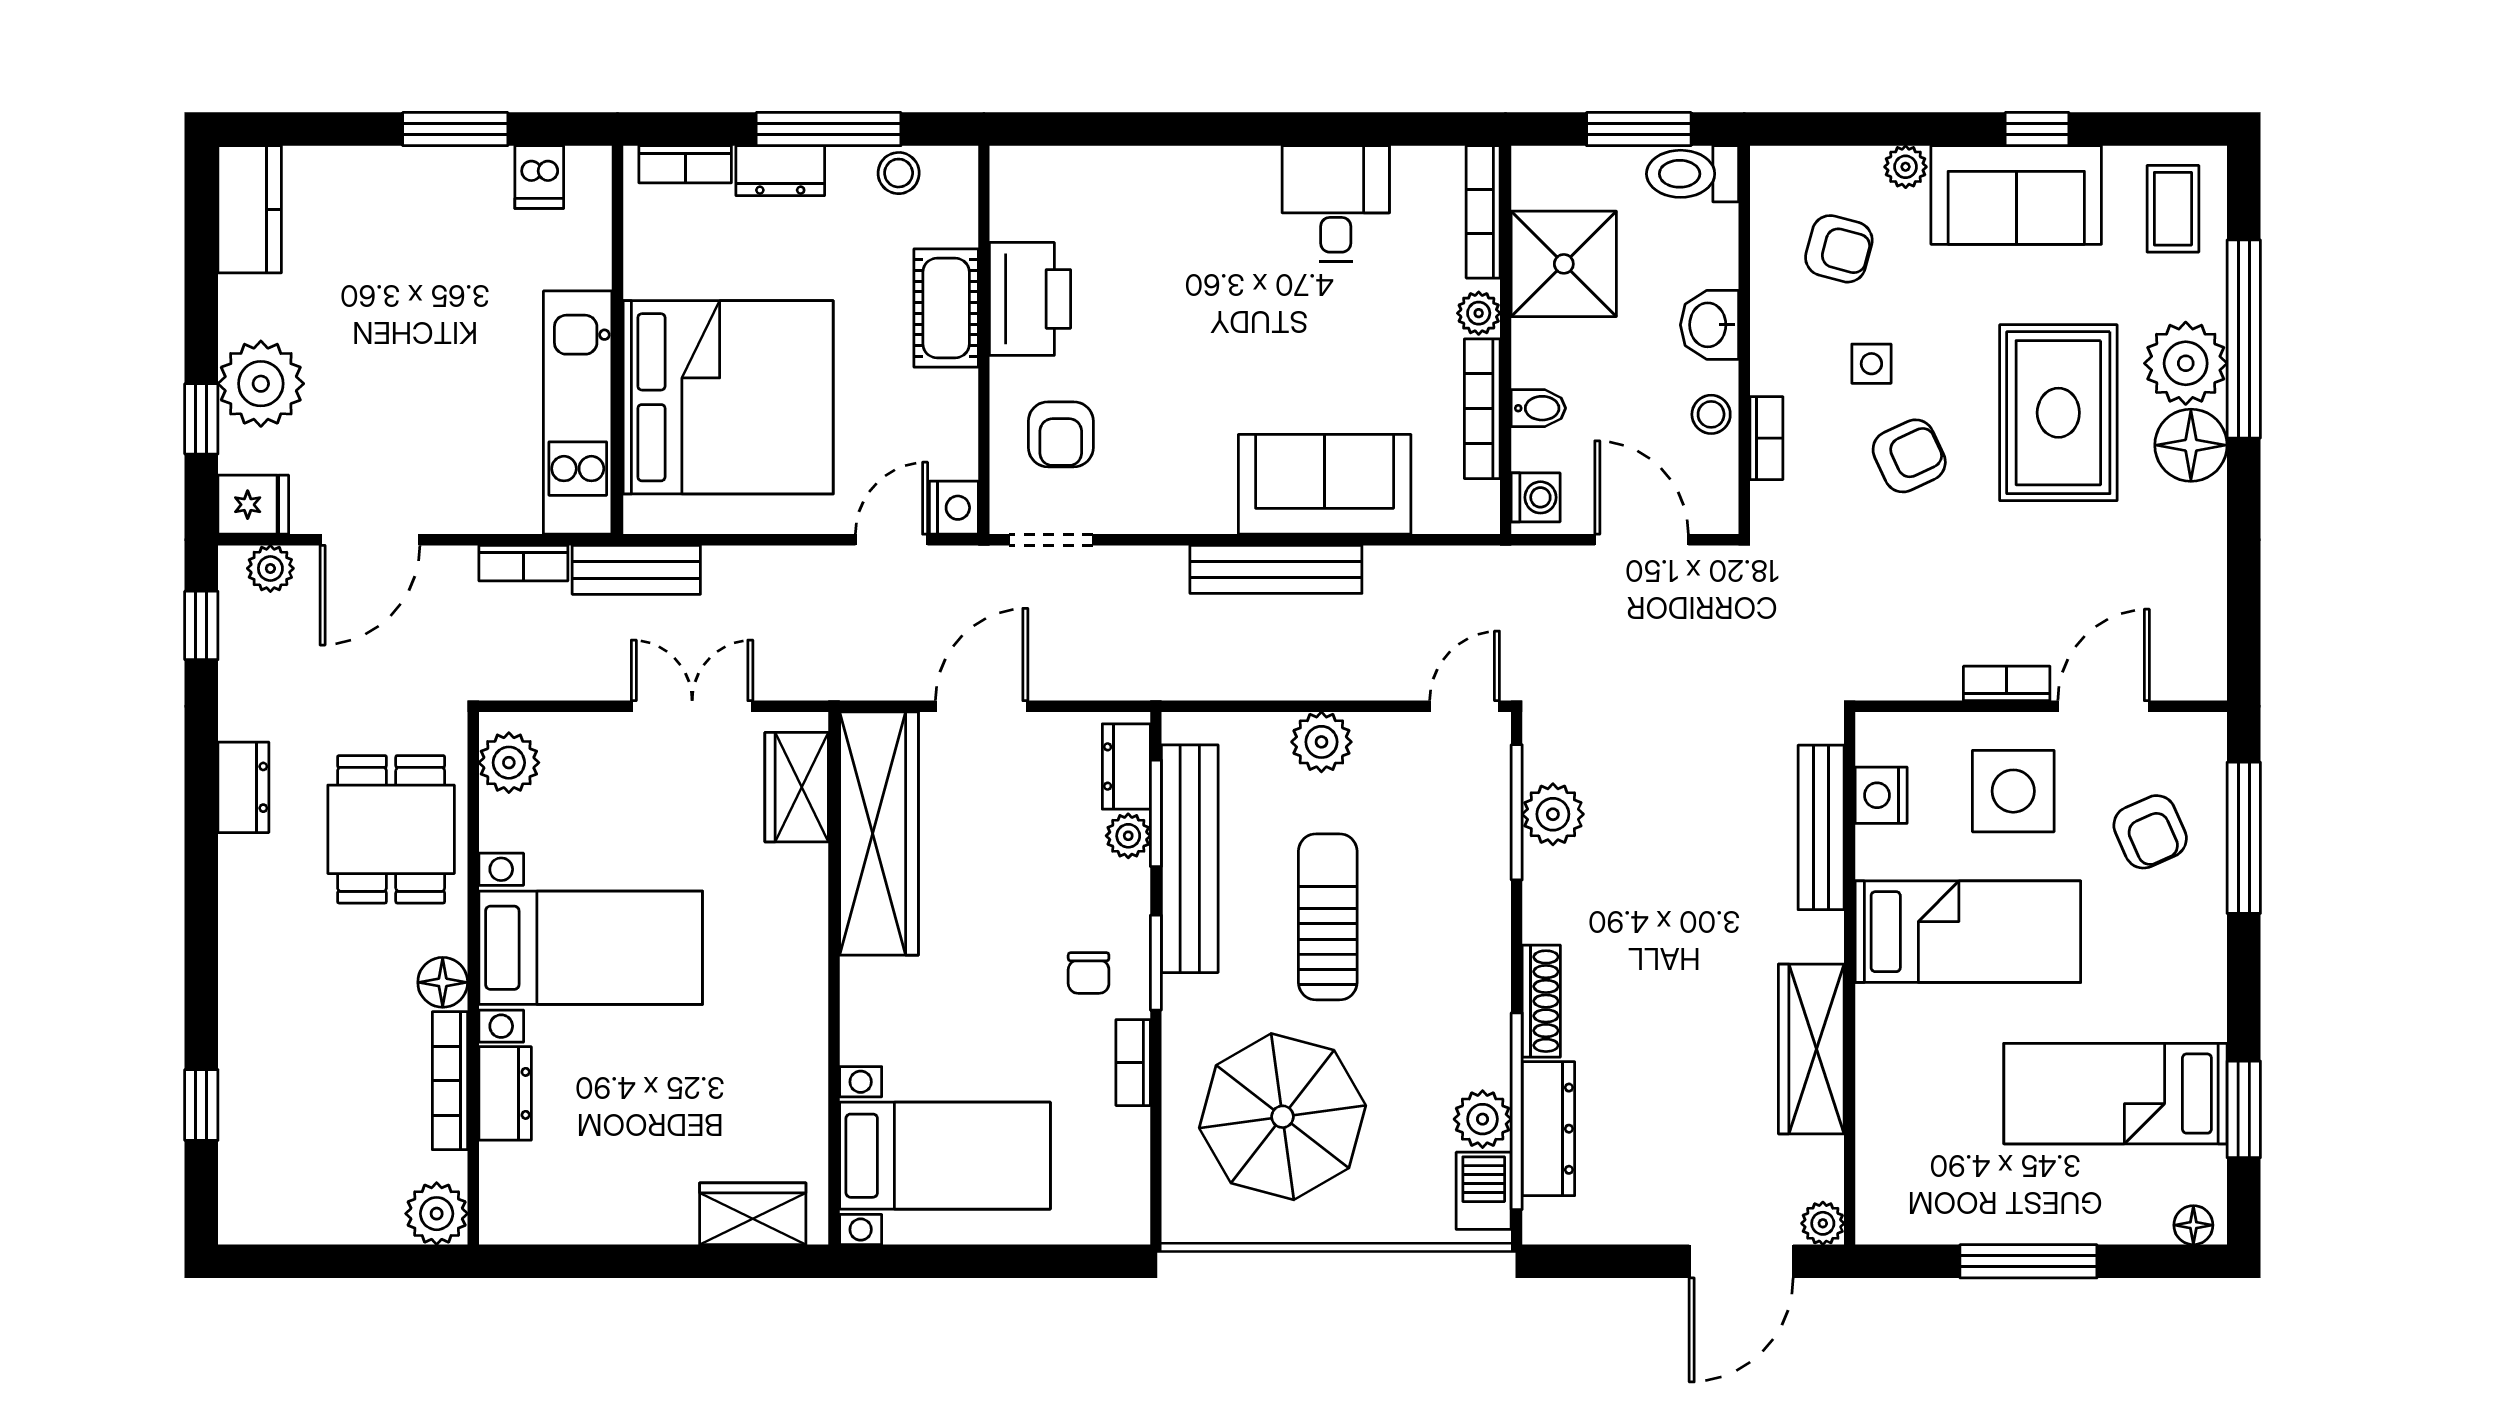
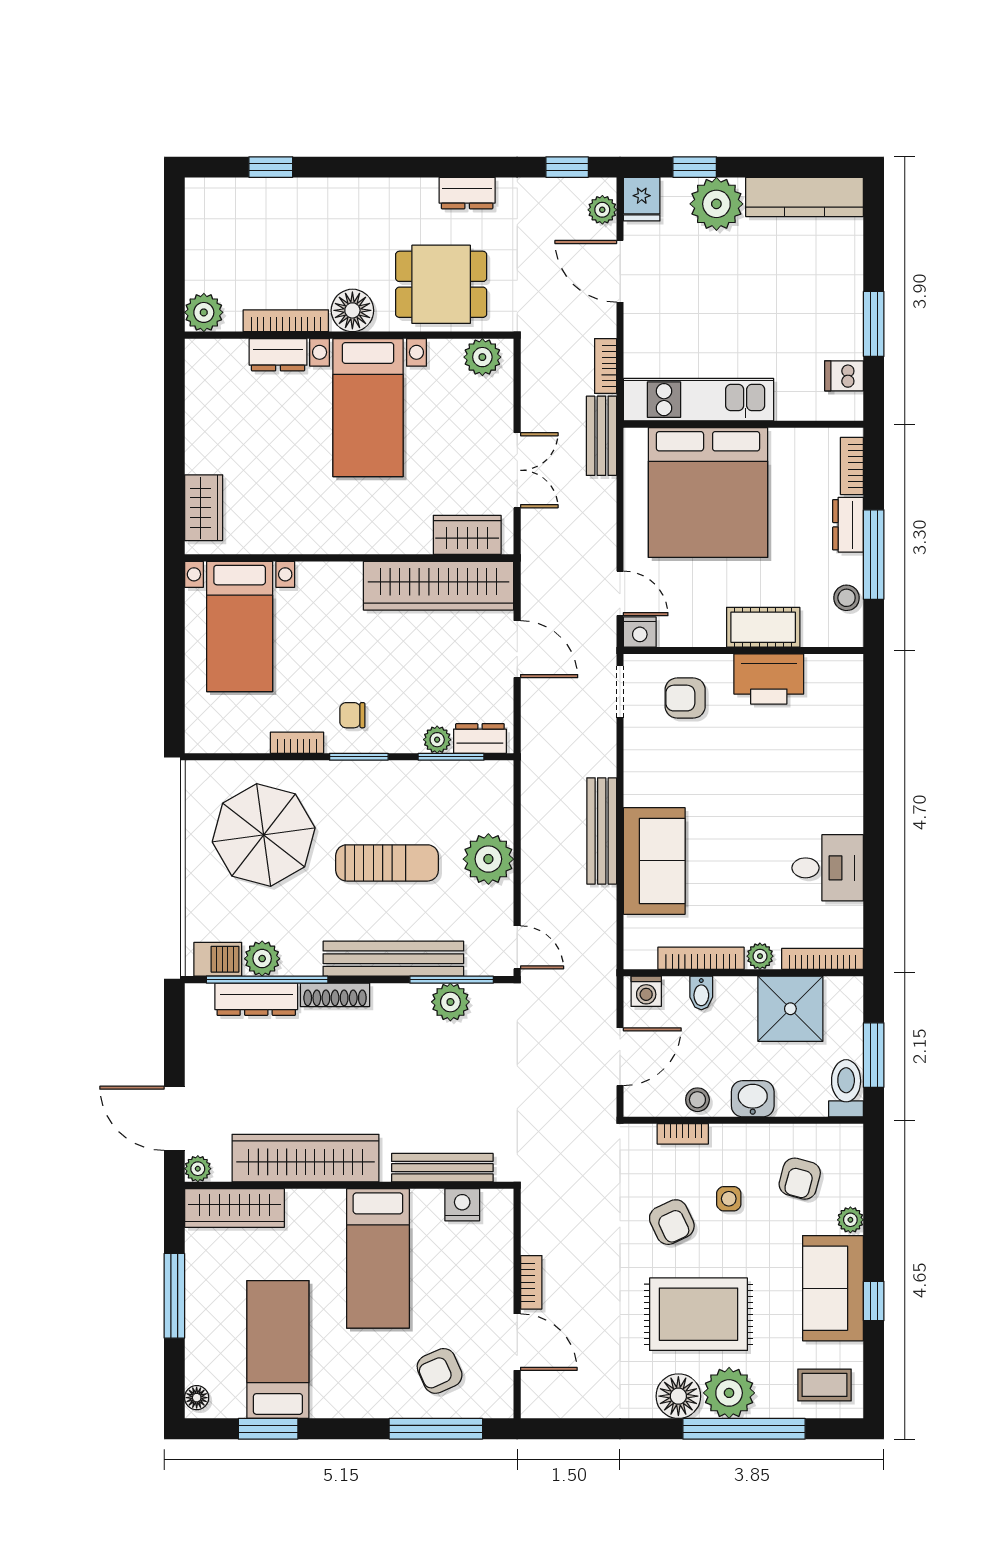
kitchen counter: (250, 209) -> (805, 197), width x1.50
plant: (1321, 742) -> (488, 859), width x1.36, depth x1.36
side table: (2013, 791) -> (465, 1286), removed
bench: (1190, 859) -> (393, 959), moved
floor lamp: (443, 982) -> (352, 310), width x1.38, depth x1.38
wardrobe: (1811, 1049) -> (305, 1158), width x1.40, depth x1.17
wardrobe: (1886, 1164) -> (234, 1208), added

